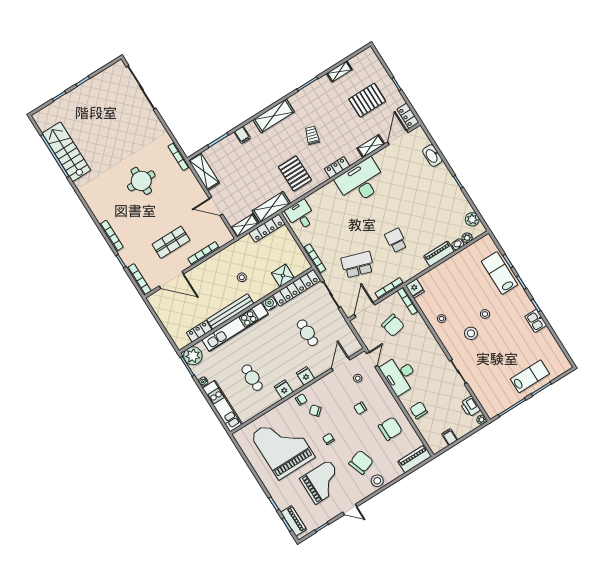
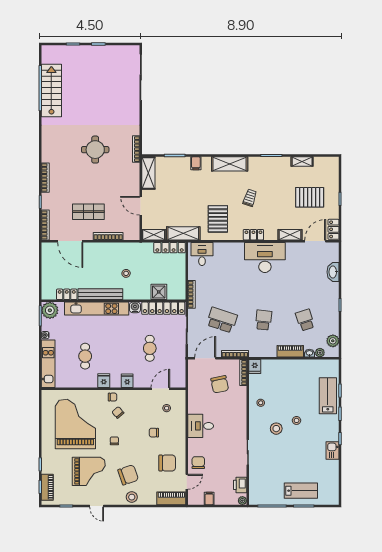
school desk: (434, 216) -> (305, 320), added
door: (372, 359) -> (187, 482), moved
desk: (400, 375) -> (201, 426), width x0.73

